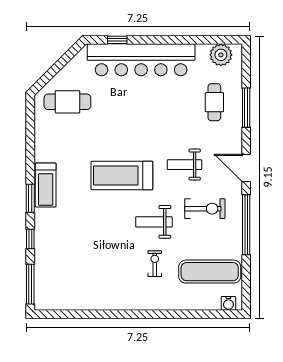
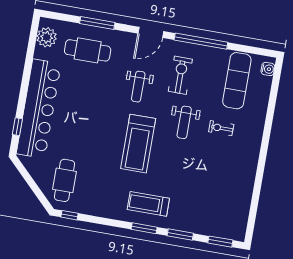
cafe table: (214, 102) -> (88, 50), width x1.37, depth x1.35
window: (30, 114) -> (69, 215), added
treadmill: (46, 185) -> (148, 204), moved, turned 180
window: (30, 239) -> (180, 235), width x1.50
window: (30, 284) -> (220, 242), width x0.69

